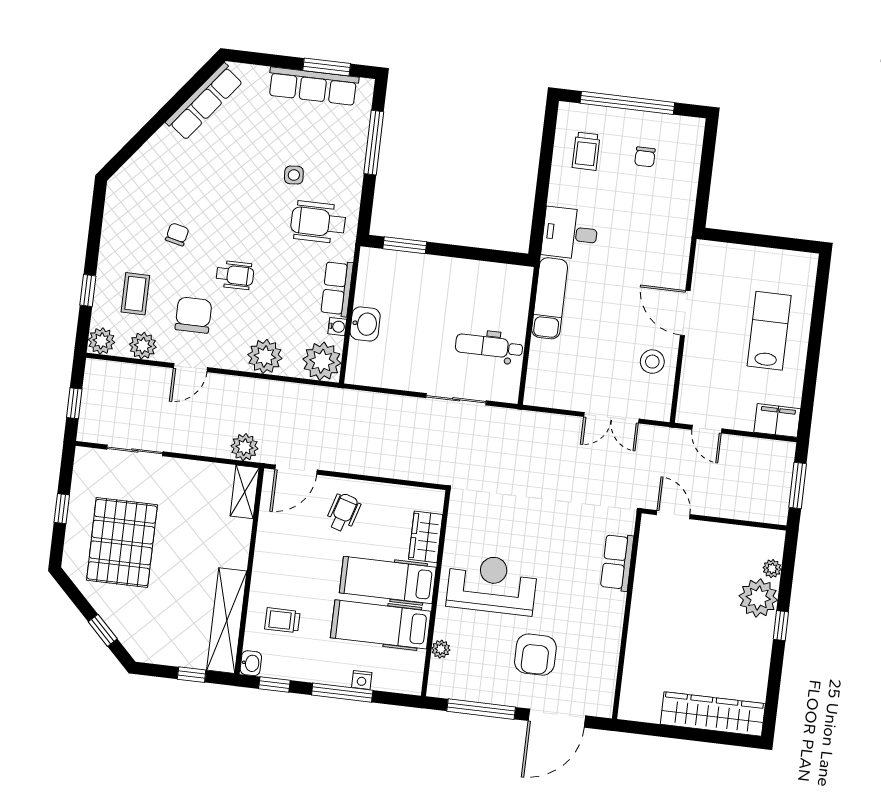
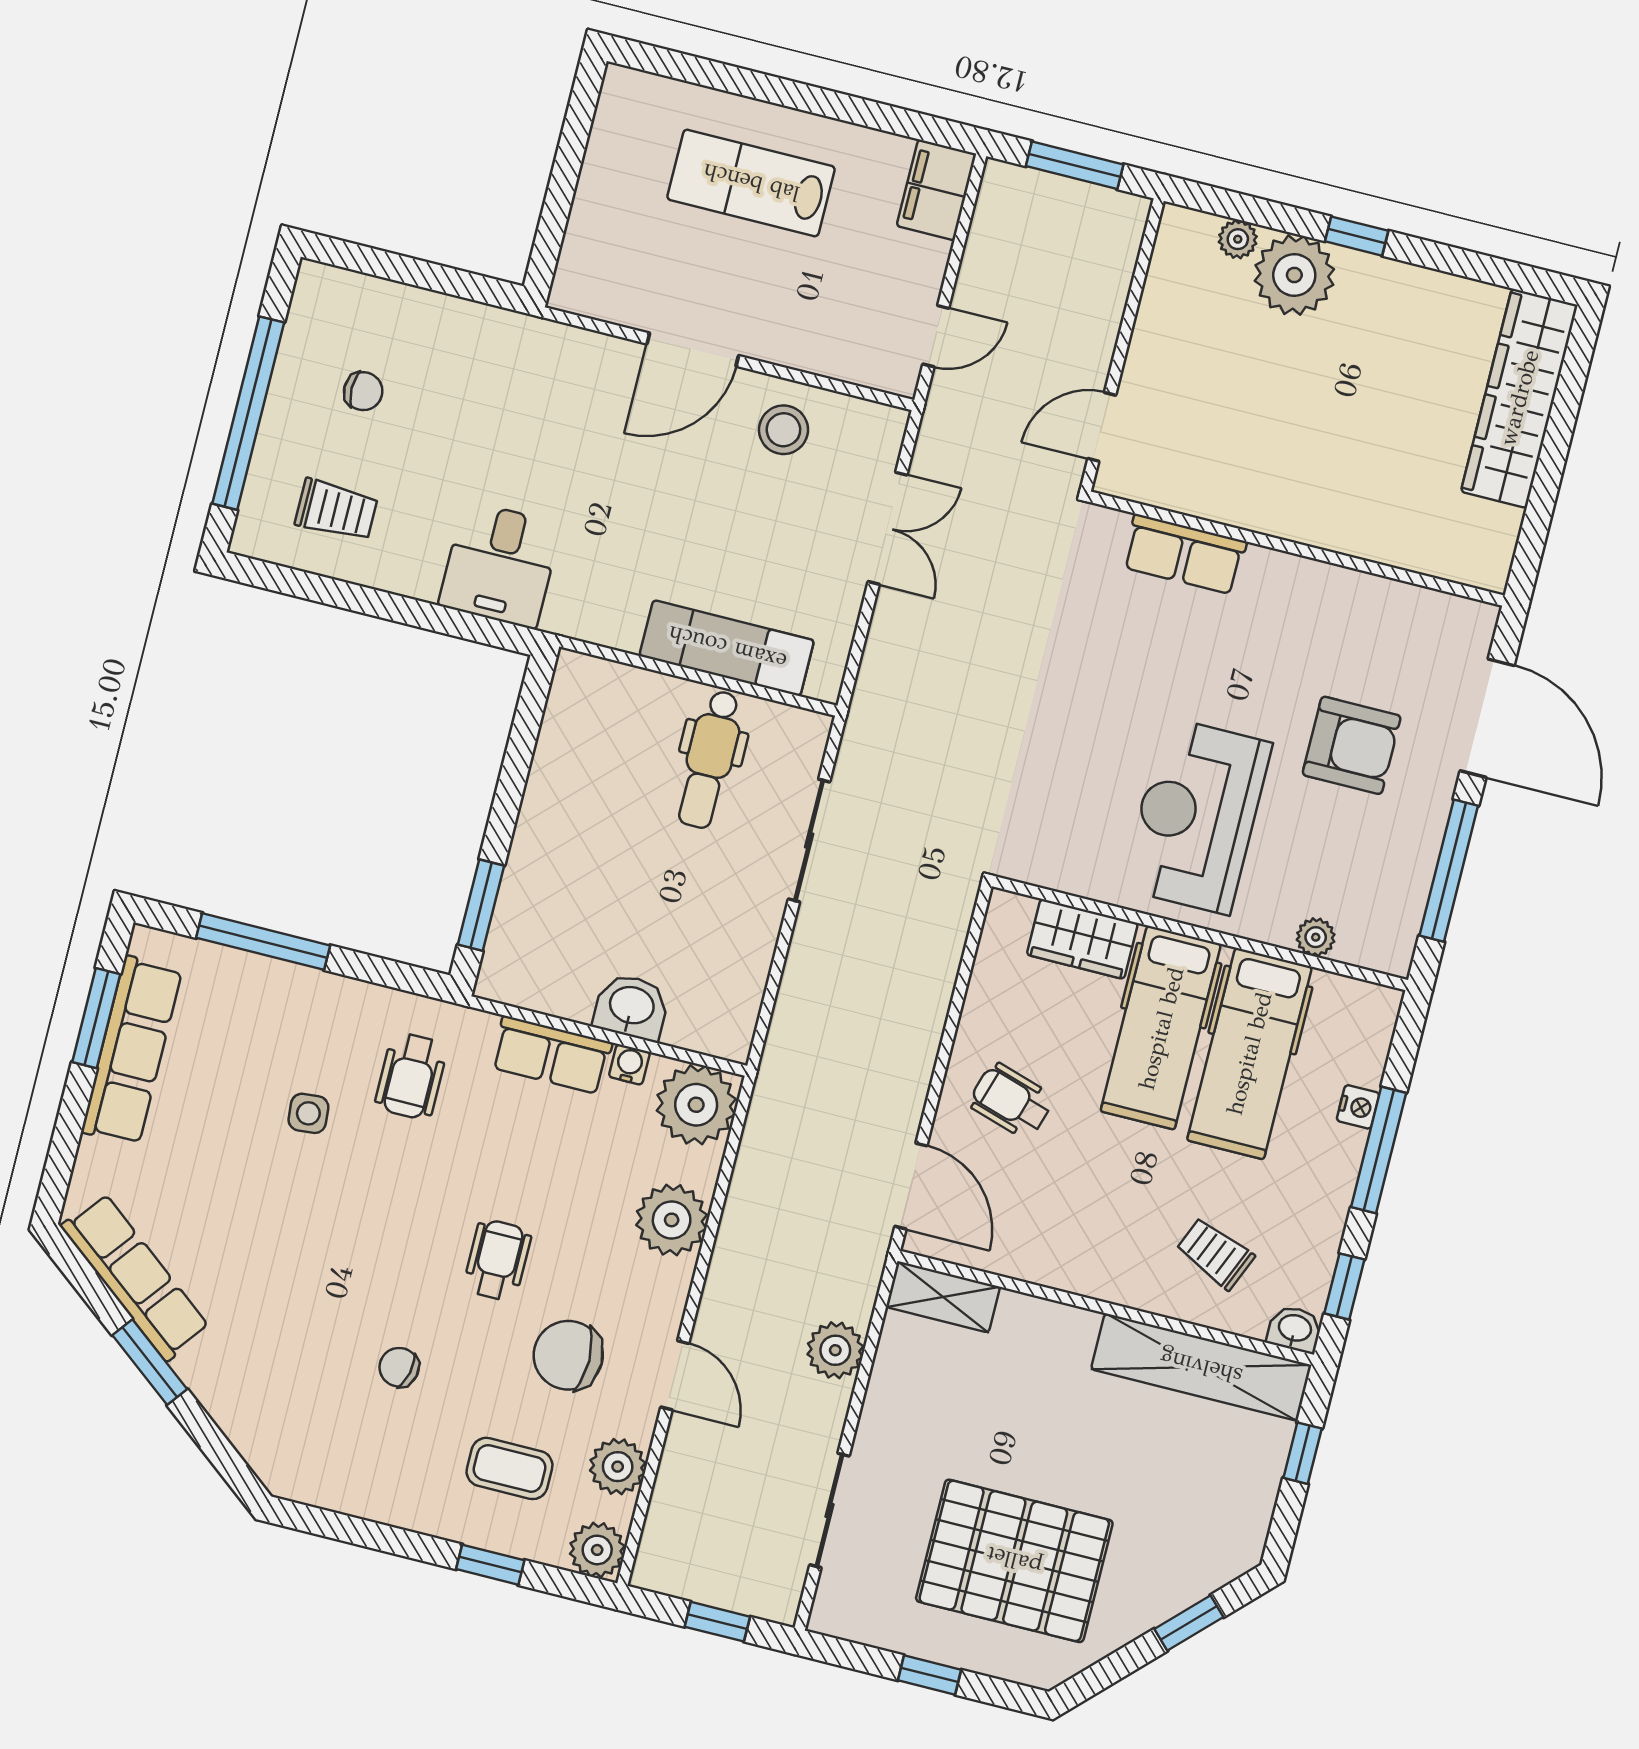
window: (164, 114) -> (150, 1362), added
wheelchair: (318, 222) -> (411, 1076), width x0.73, depth x0.73
exam couch: (550, 298) -> (727, 648), moved
plant: (244, 447) -> (835, 1350), moved
trolley: (282, 620) -> (1215, 1253), turned 113

